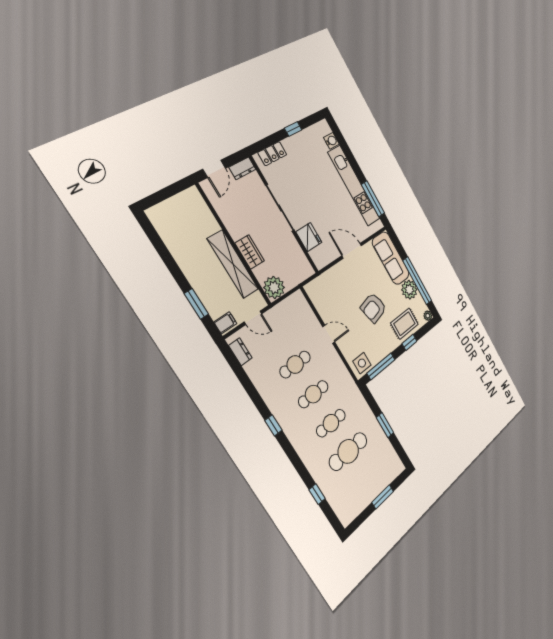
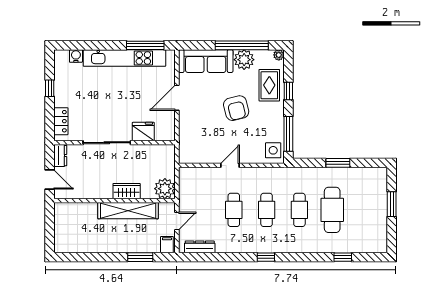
dresser: (240, 352) -> (200, 247), width x1.44

